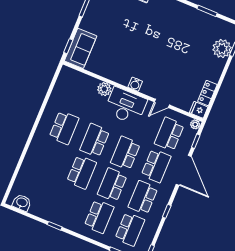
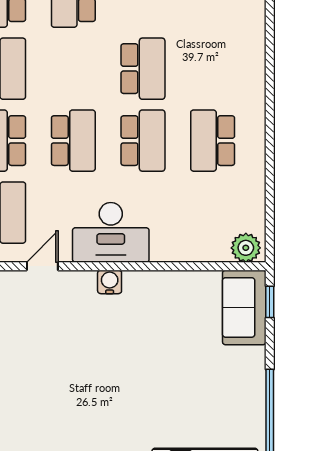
plant: (104, 89) -> (246, 248), moved
school desk: (82, 172) -> (143, 69), turned 180
school desk: (112, 185) -> (73, 69), removed

